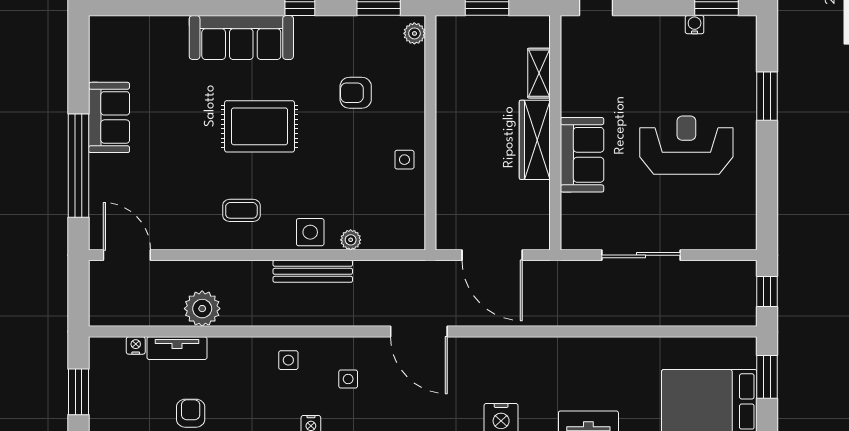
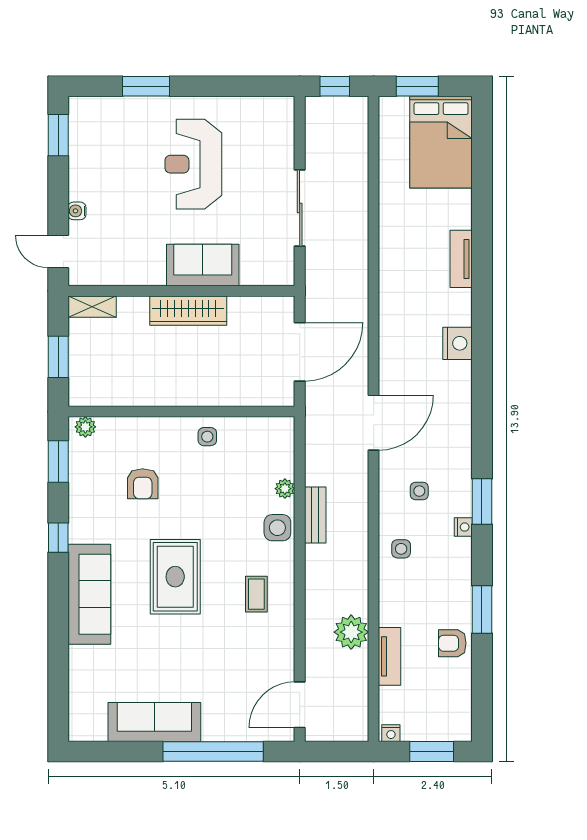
water cooler: (695, 25) -> (77, 211), moved
shelving: (539, 73) -> (92, 307), moved
sofa: (109, 117) -> (154, 722), width x1.36
bench: (313, 271) -> (315, 515), width x0.73
nightstand: (136, 345) -> (391, 733), moved, turned -90

